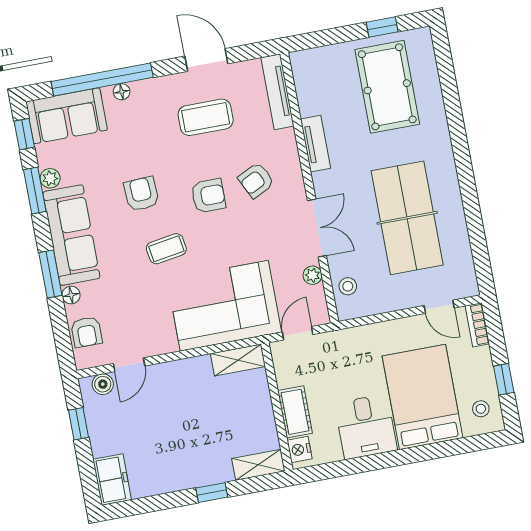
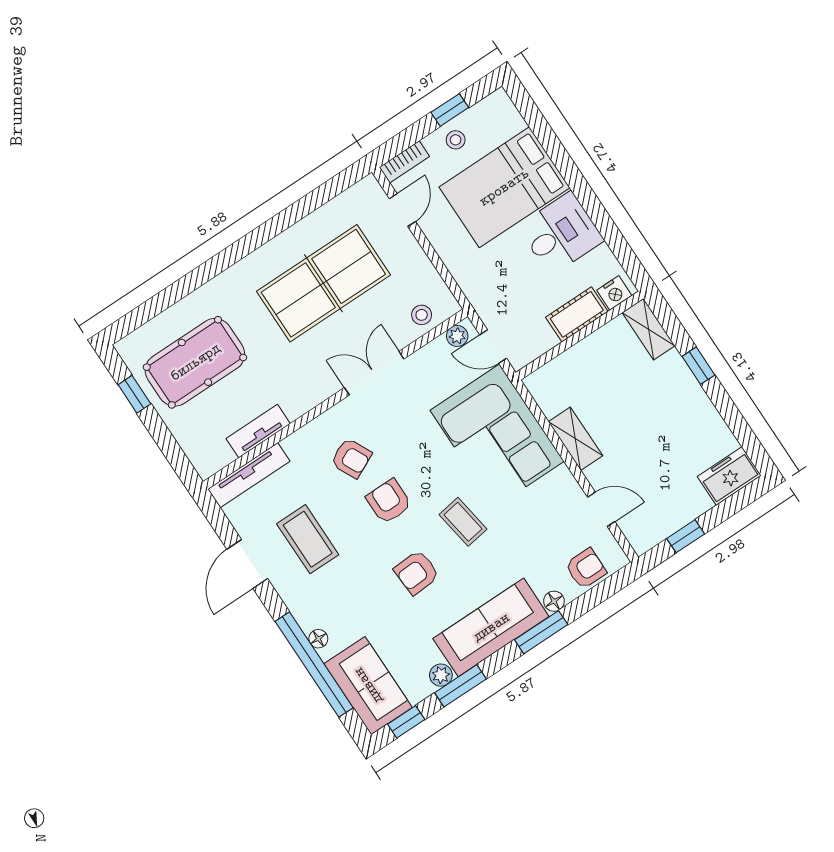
tv unit: (315, 144) -> (258, 431), moved
plant: (313, 275) -> (457, 336), moved
shelving: (238, 360) -> (575, 439), moved
boiler: (103, 384) -> (633, 528), removed
stool: (481, 409) -> (456, 140), moved

